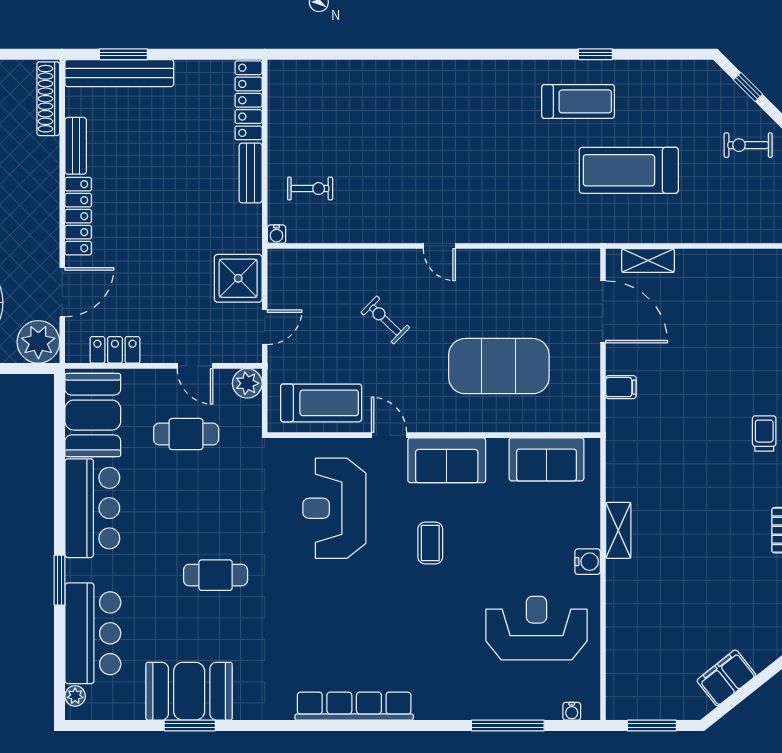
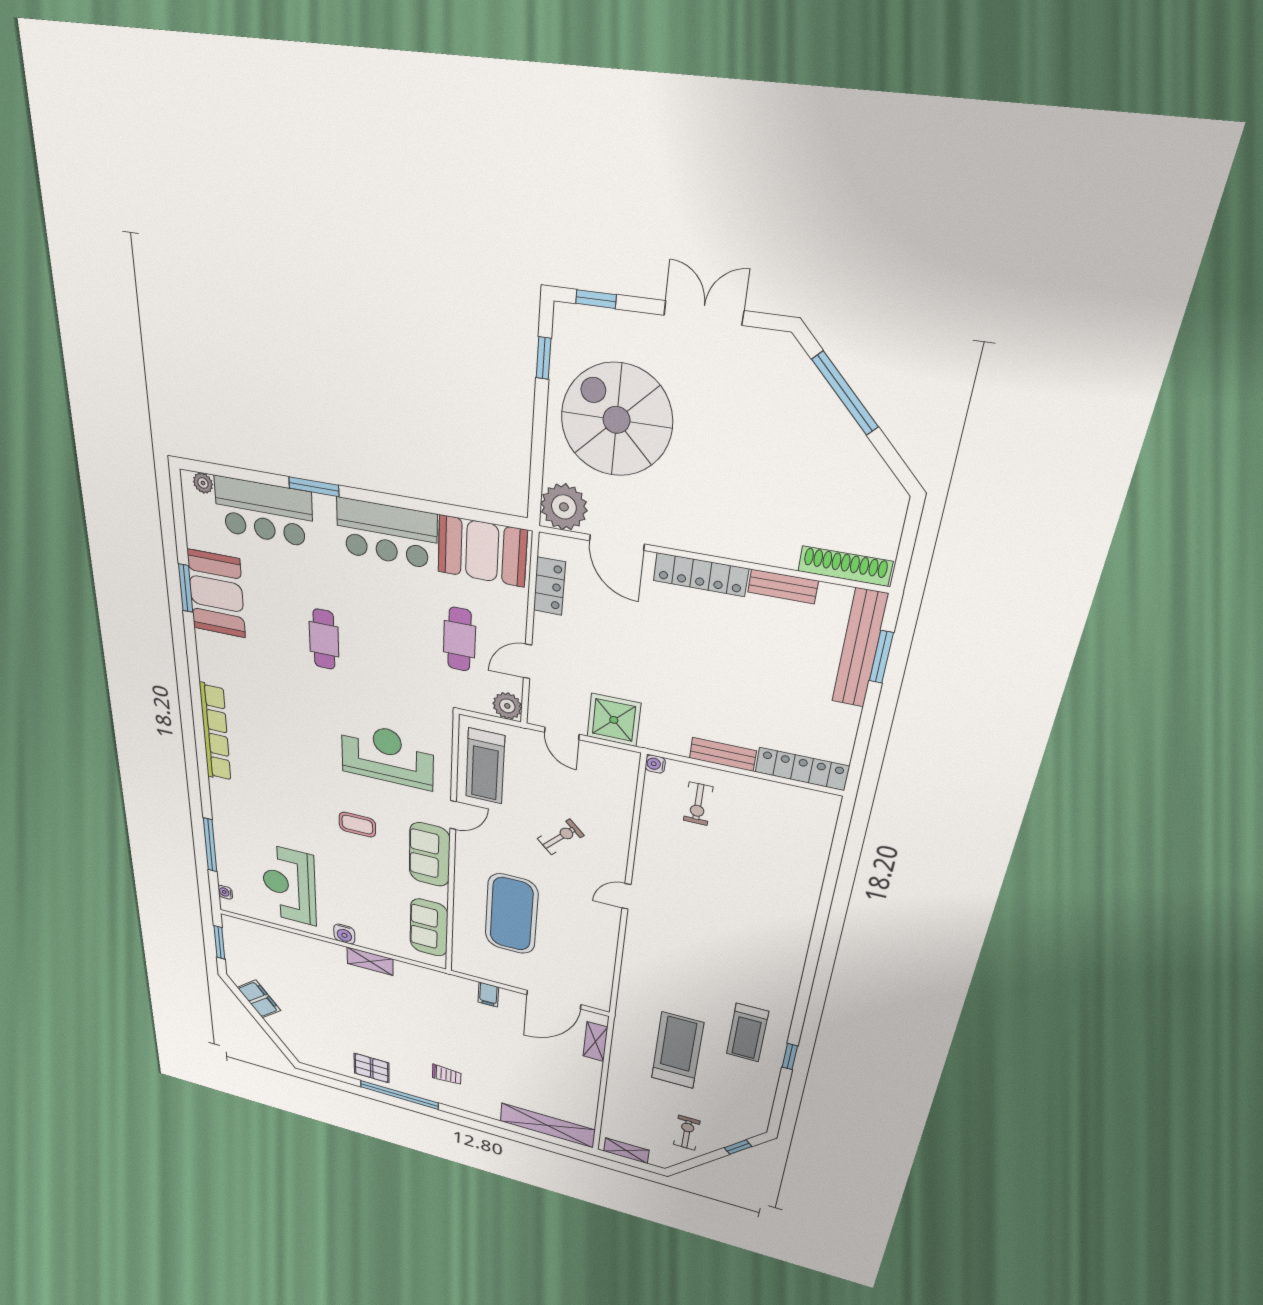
reception desk: (537, 628) -> (289, 885), turned 180

